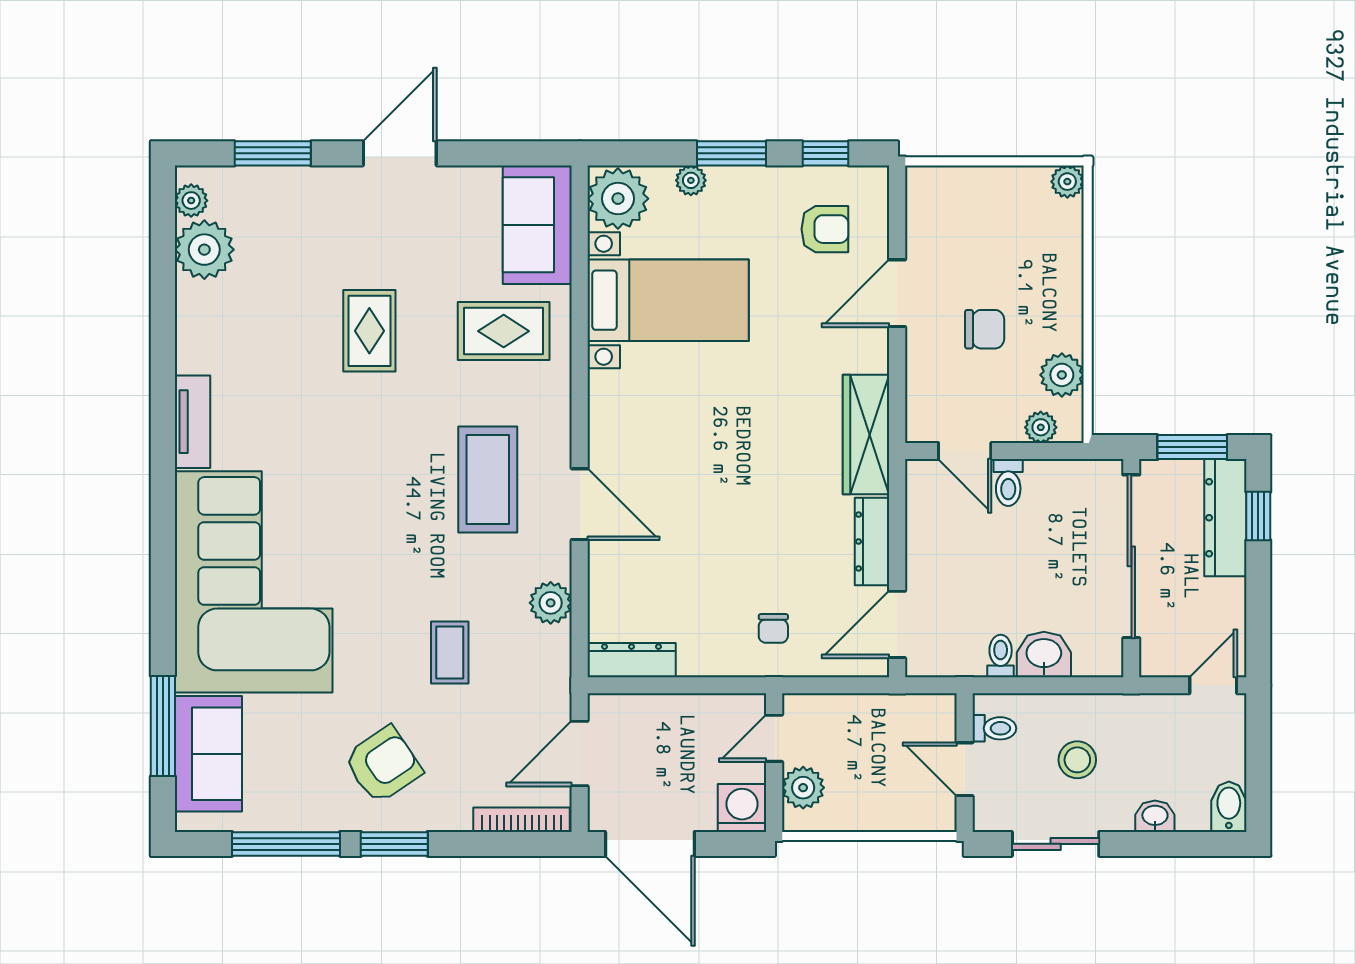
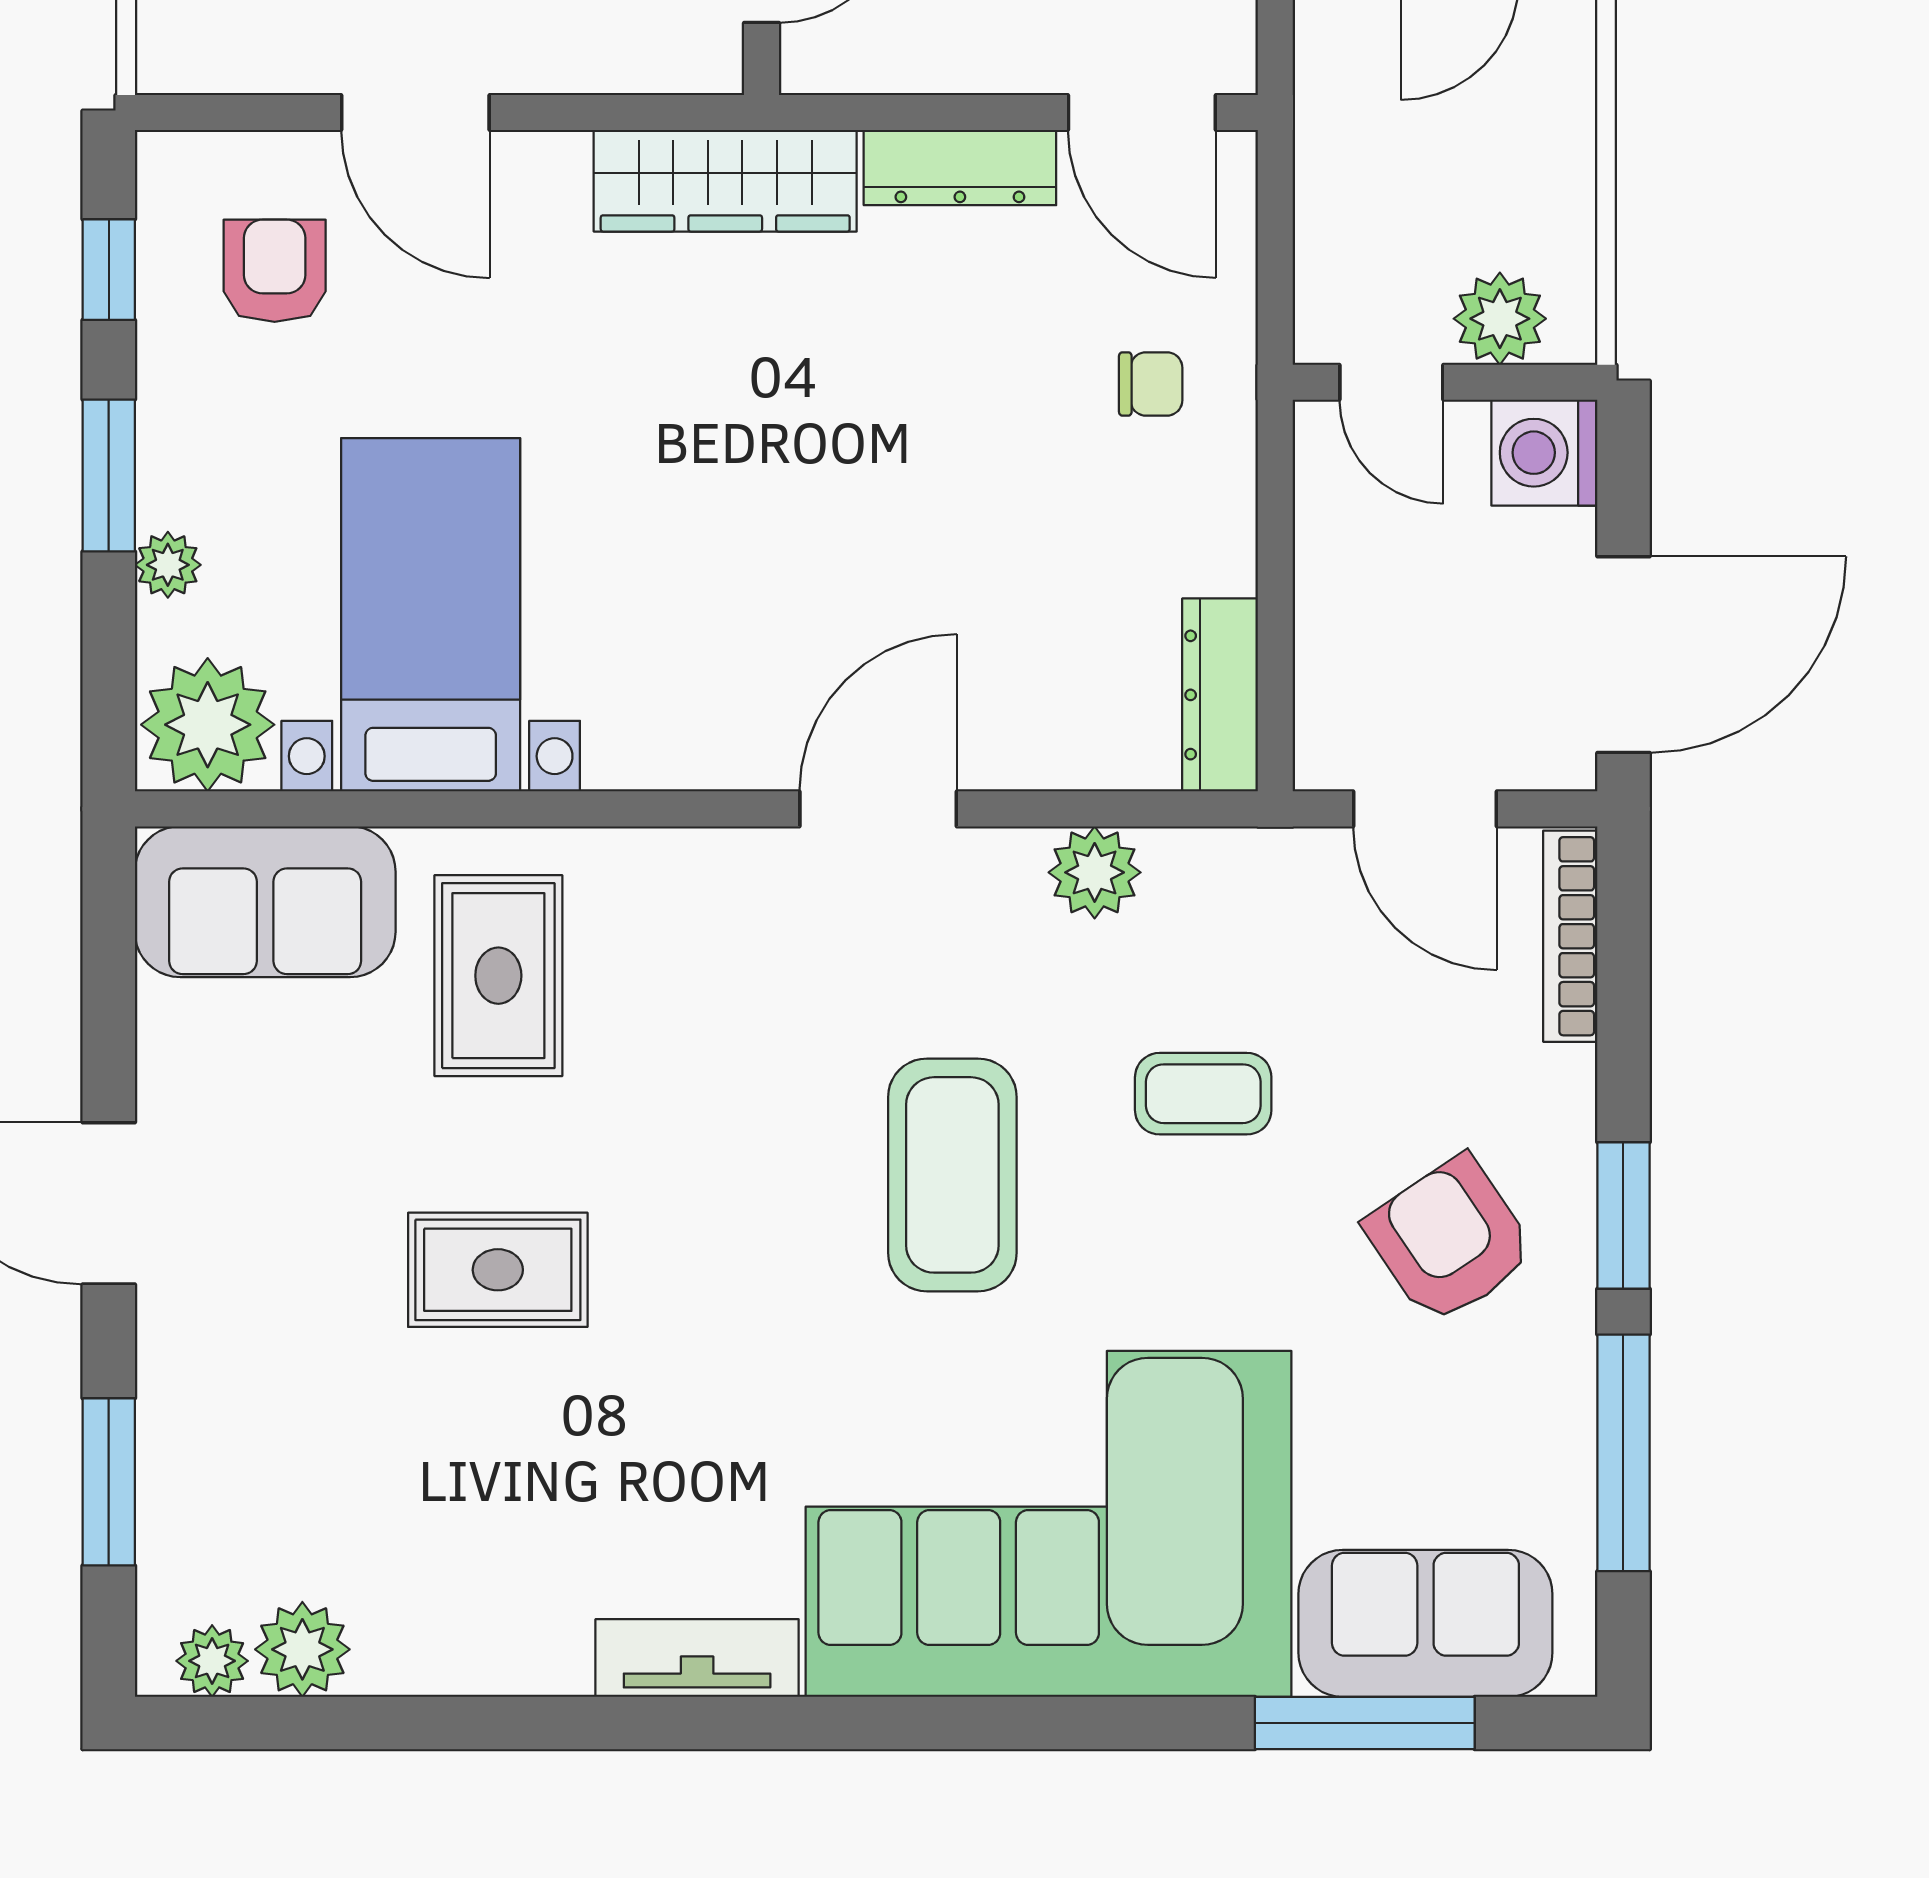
plant: (204, 250) -> (302, 1649), width x0.73, depth x0.73
coffee table: (488, 479) -> (952, 1175), moved, turned 90

